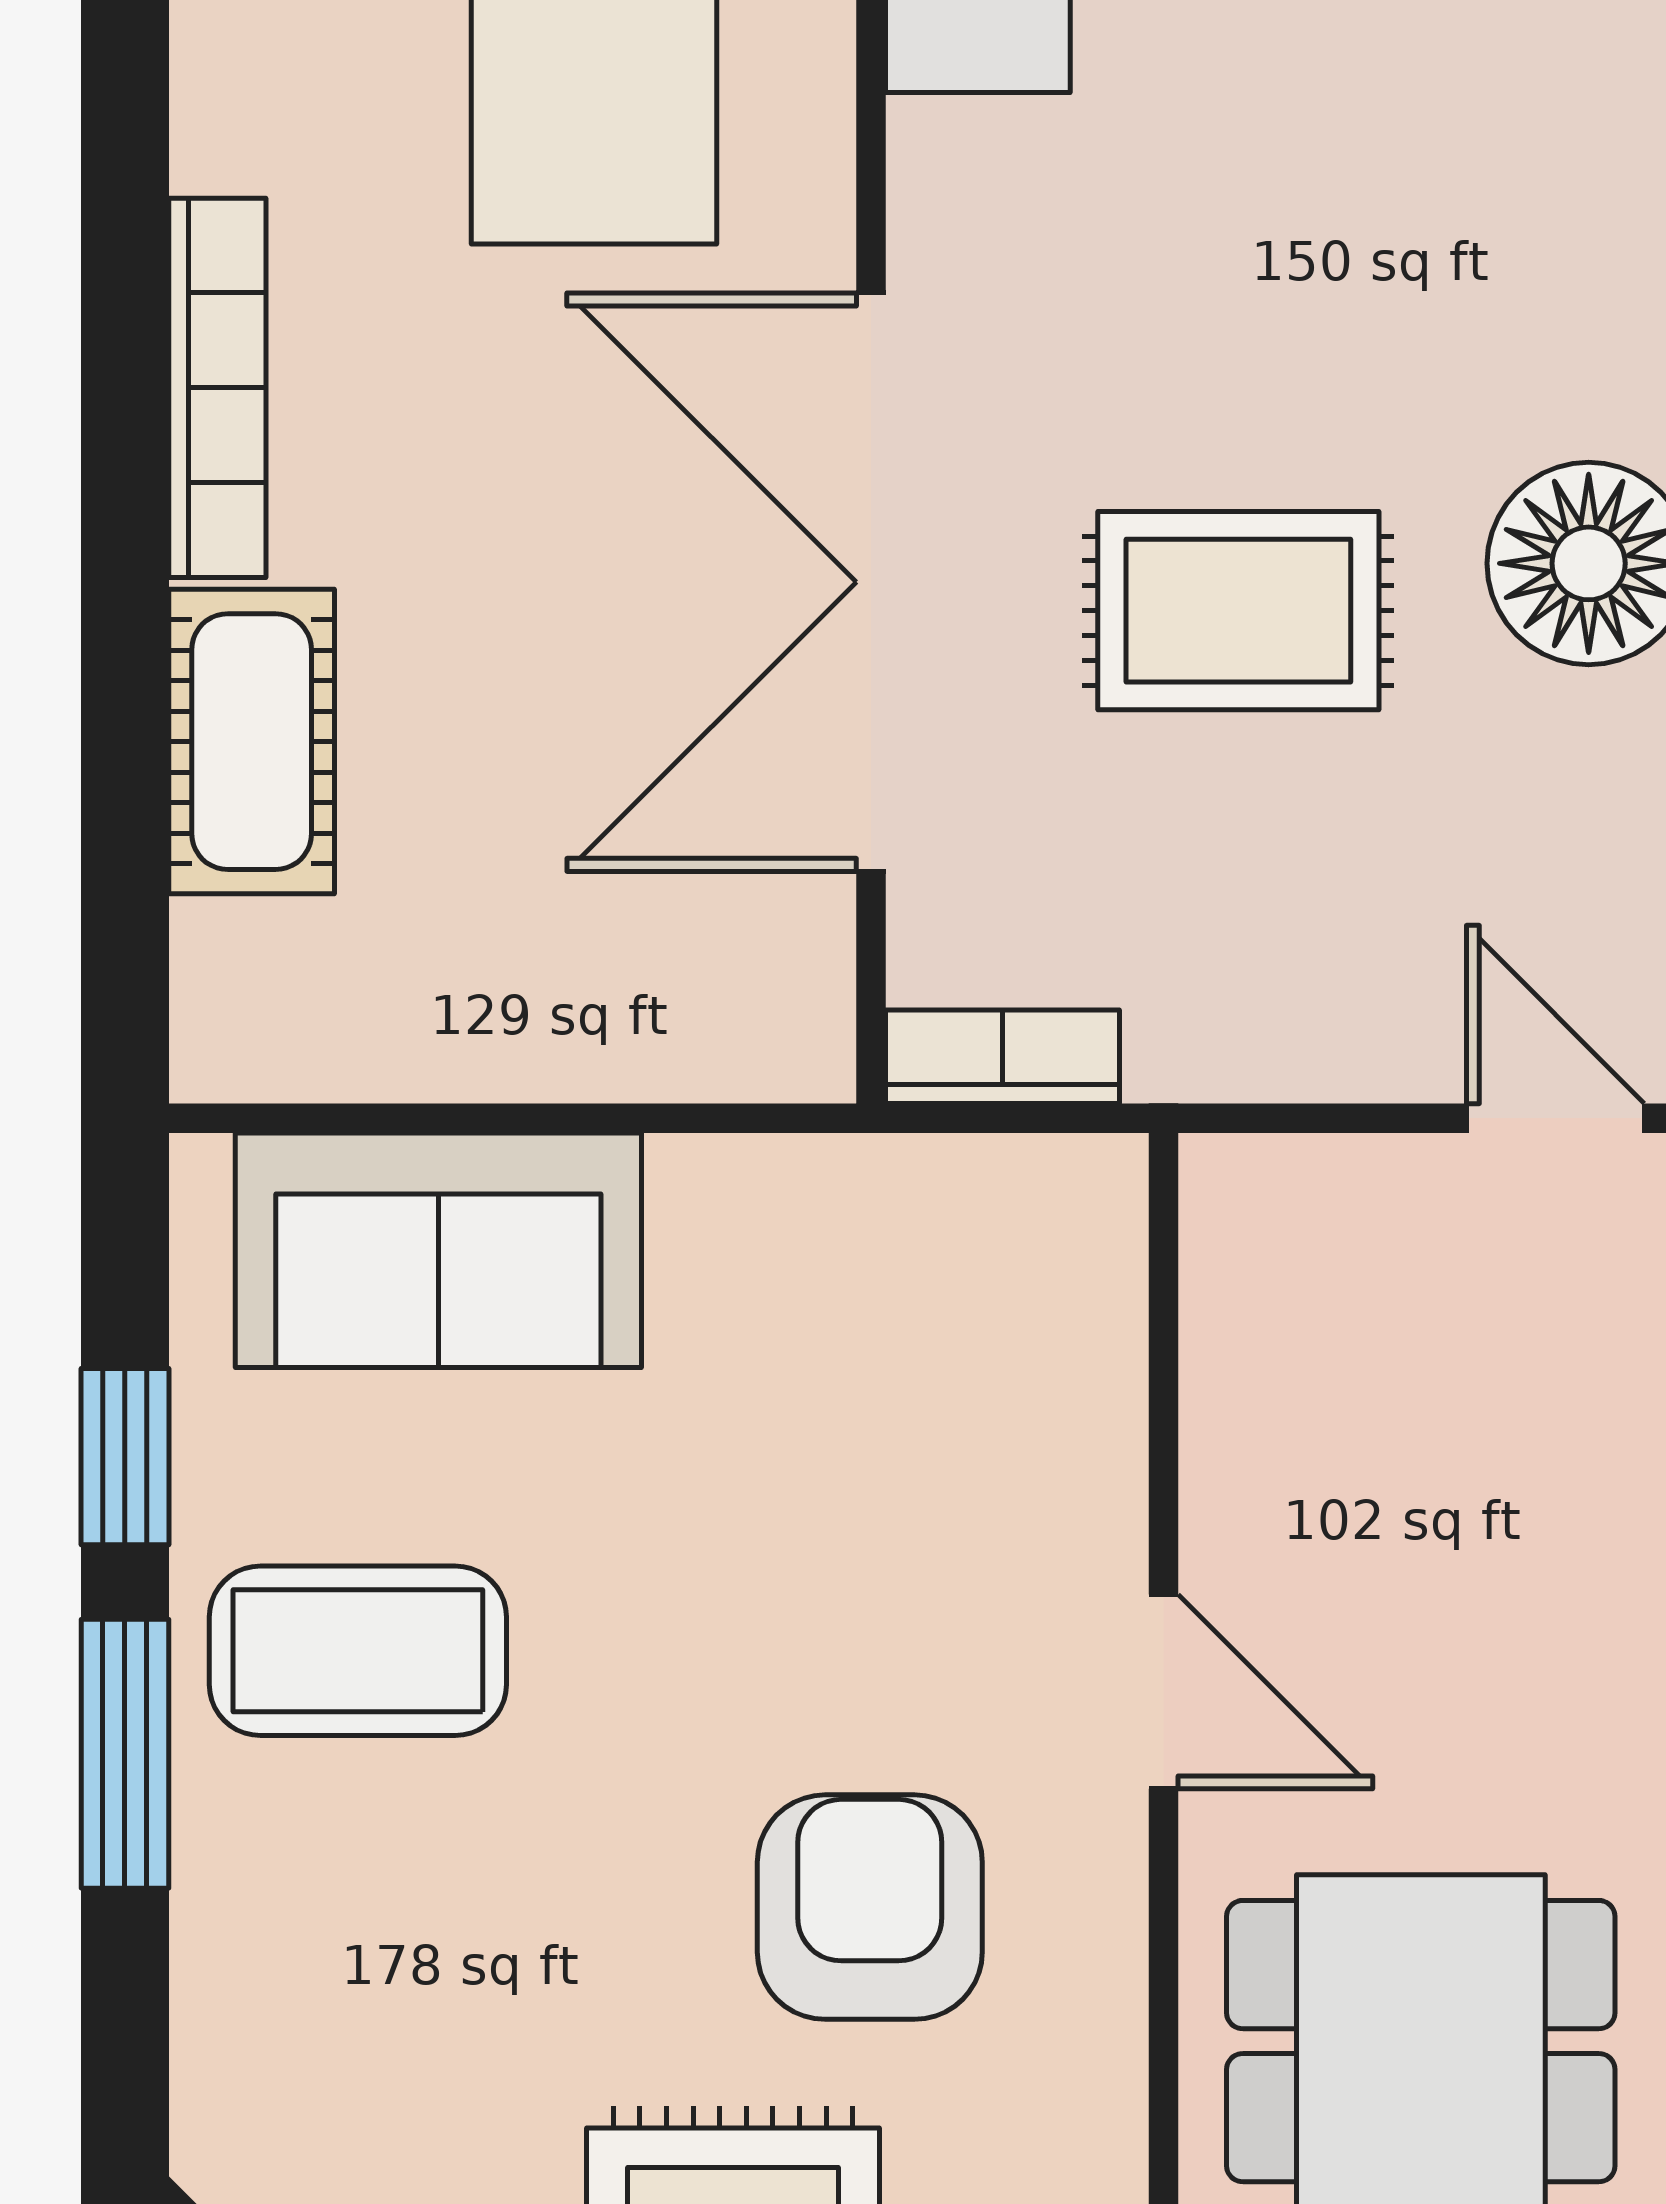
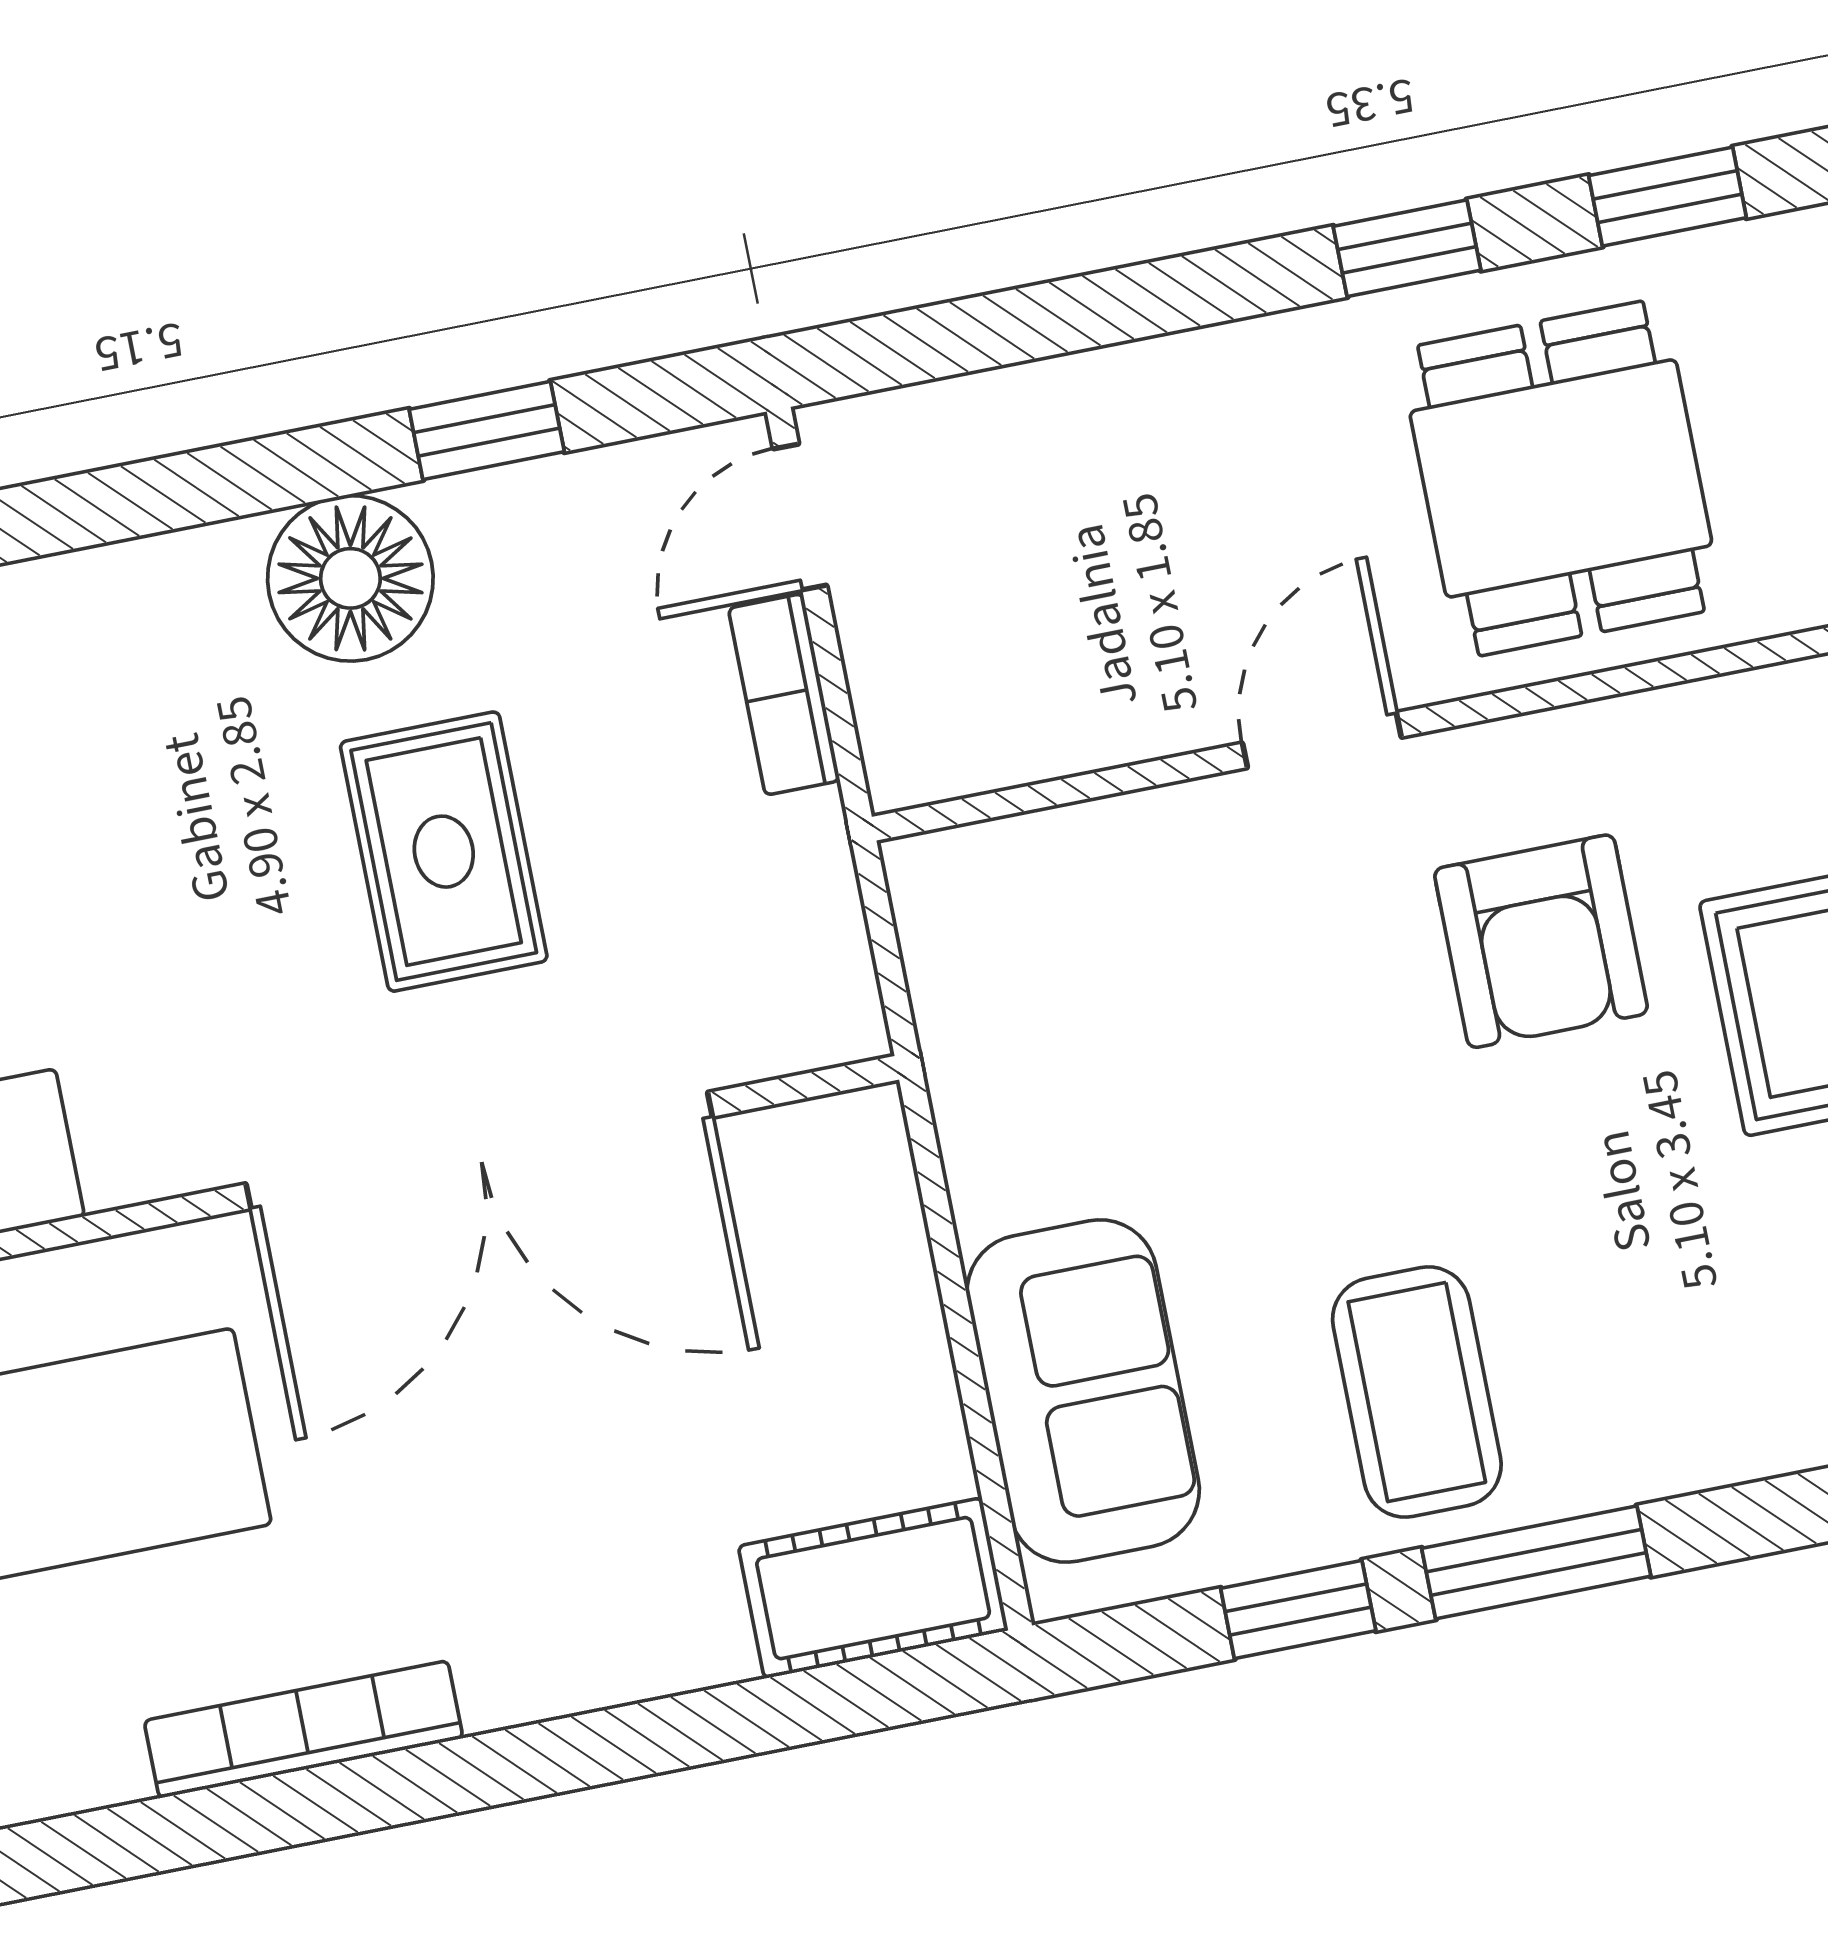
bookcase: (217, 388) -> (303, 1729), moved
cot: (252, 742) -> (873, 1588), moved
bookcase: (1002, 1057) -> (784, 694), moved
armchair: (870, 1907) -> (1541, 941), turned -90

